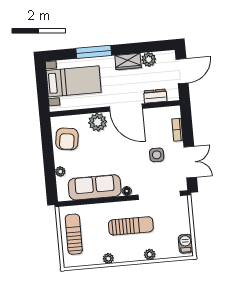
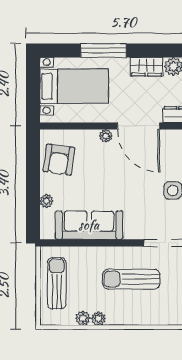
plant: (98, 122) -> (106, 136), width x0.53, depth x0.53
floor lamp: (127, 191) -> (130, 234), removed
sun lounger: (131, 226) -> (131, 279), turned 180
plant: (150, 255) -> (83, 318), moved

